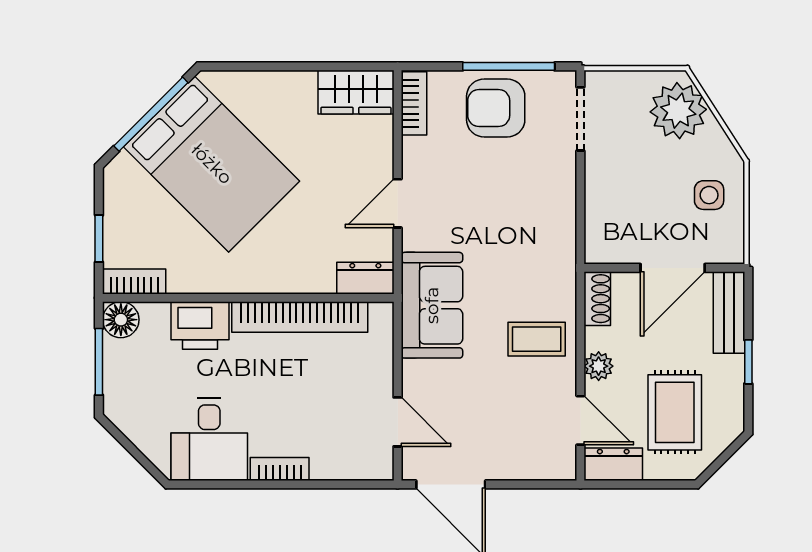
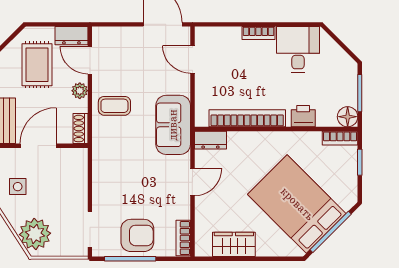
wardrobe: (356, 92) -> (234, 244), moved
printer: (200, 325) -> (303, 116), width x0.73, depth x0.81

